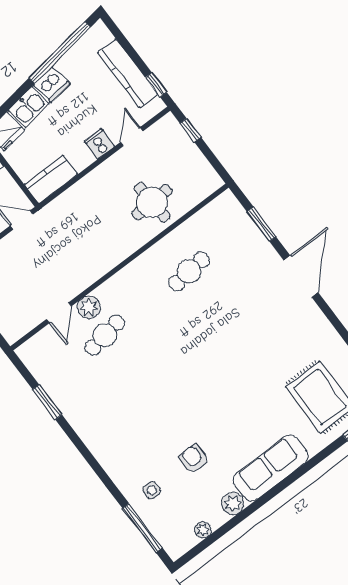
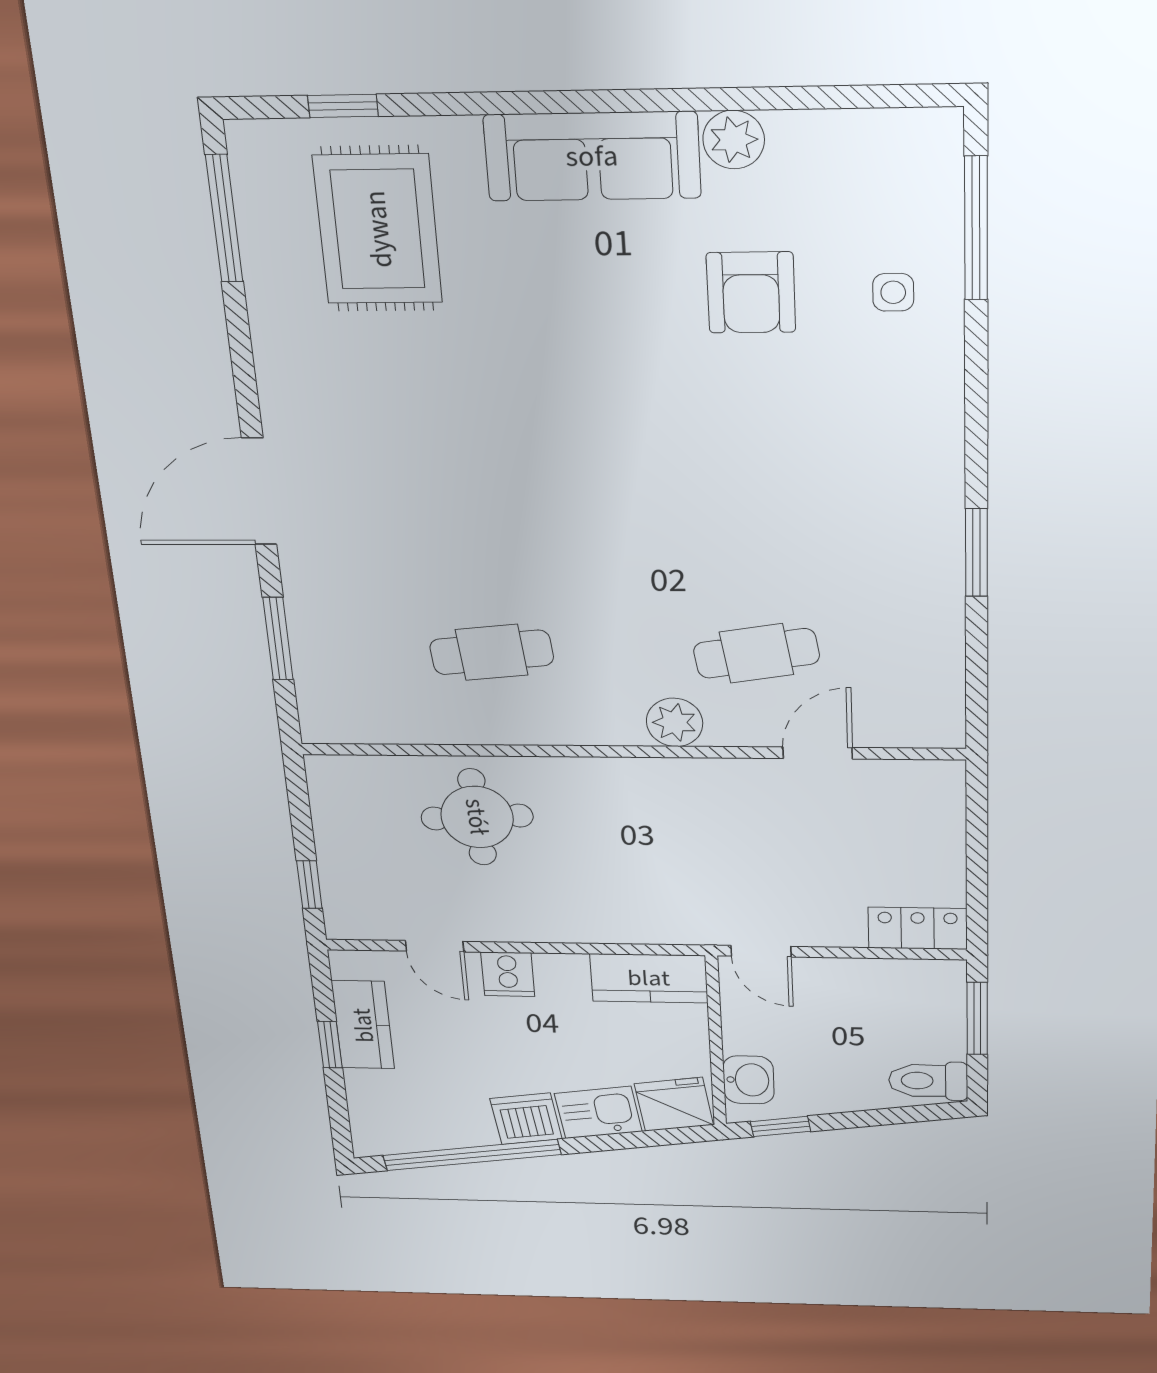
kitchen counter: (128, 73) -> (363, 1025), width x0.67
window: (156, 85) -> (330, 1045), moved
door: (132, 137) -> (434, 946), hinge flipped
plant: (89, 307) -> (675, 722), moved
window: (47, 402) -> (976, 553), moved
armchair: (194, 459) -> (751, 292), width x1.38, depth x1.38
plant: (203, 530) -> (844, 130), removed

